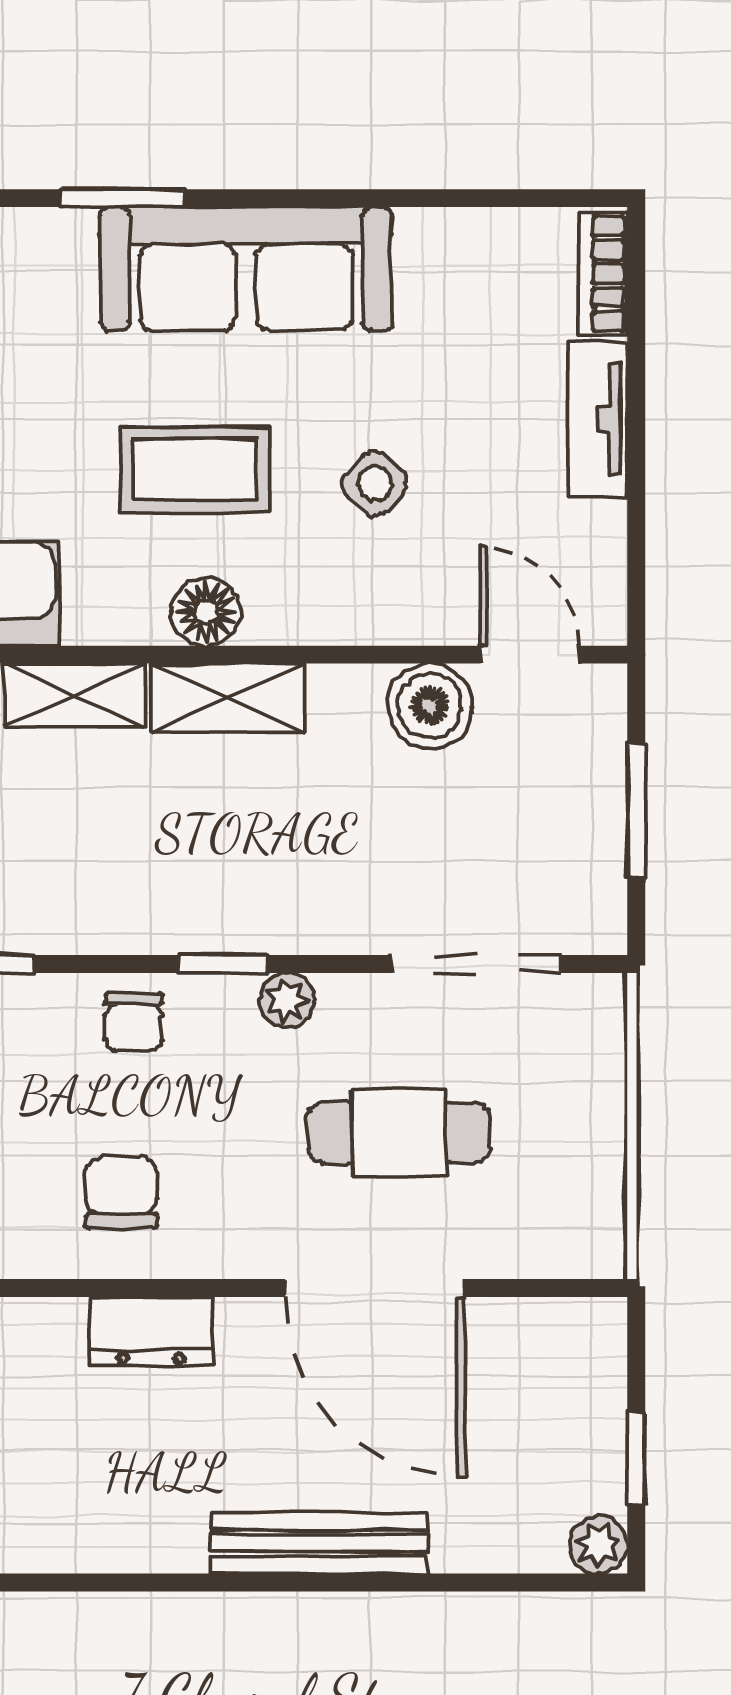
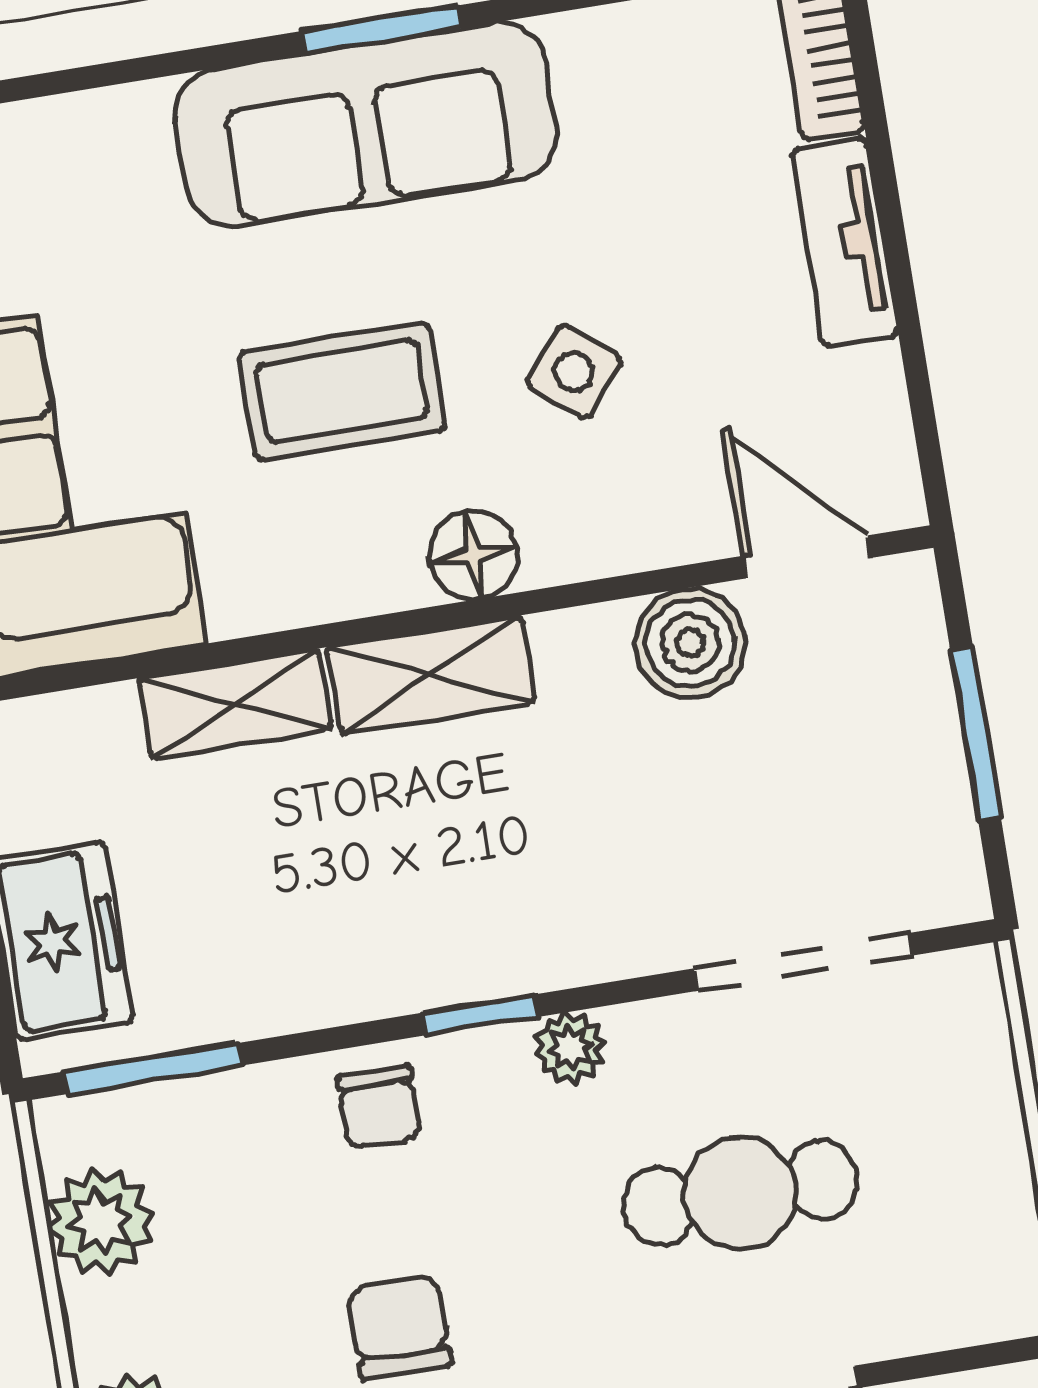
window: (123, 198) -> (382, 30), moved
floor lamp: (206, 612) -> (474, 555), moved

